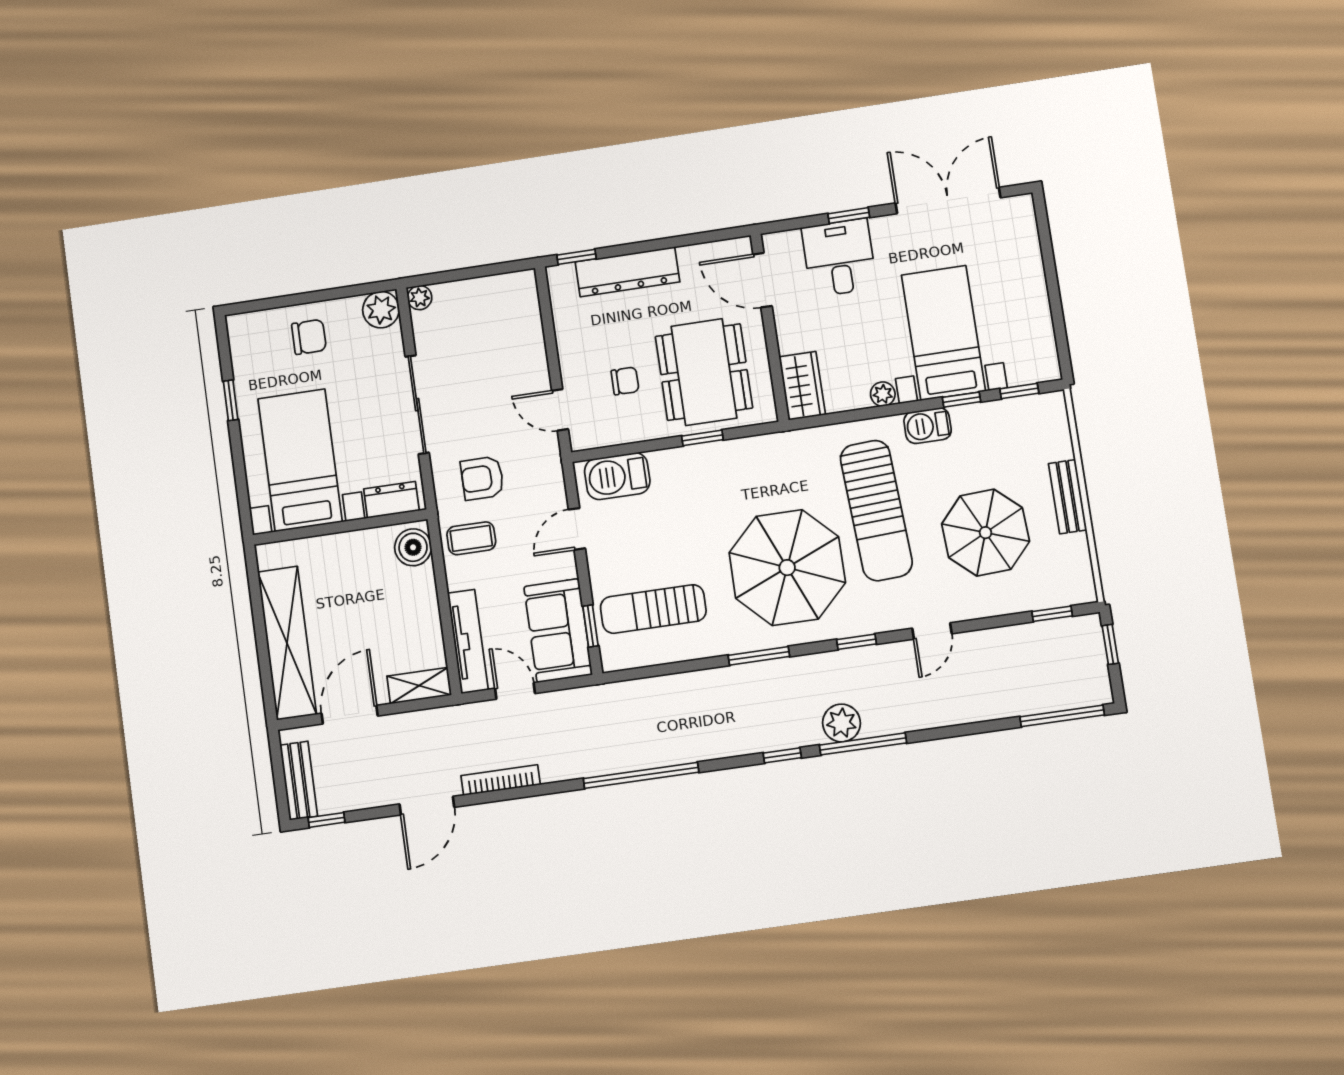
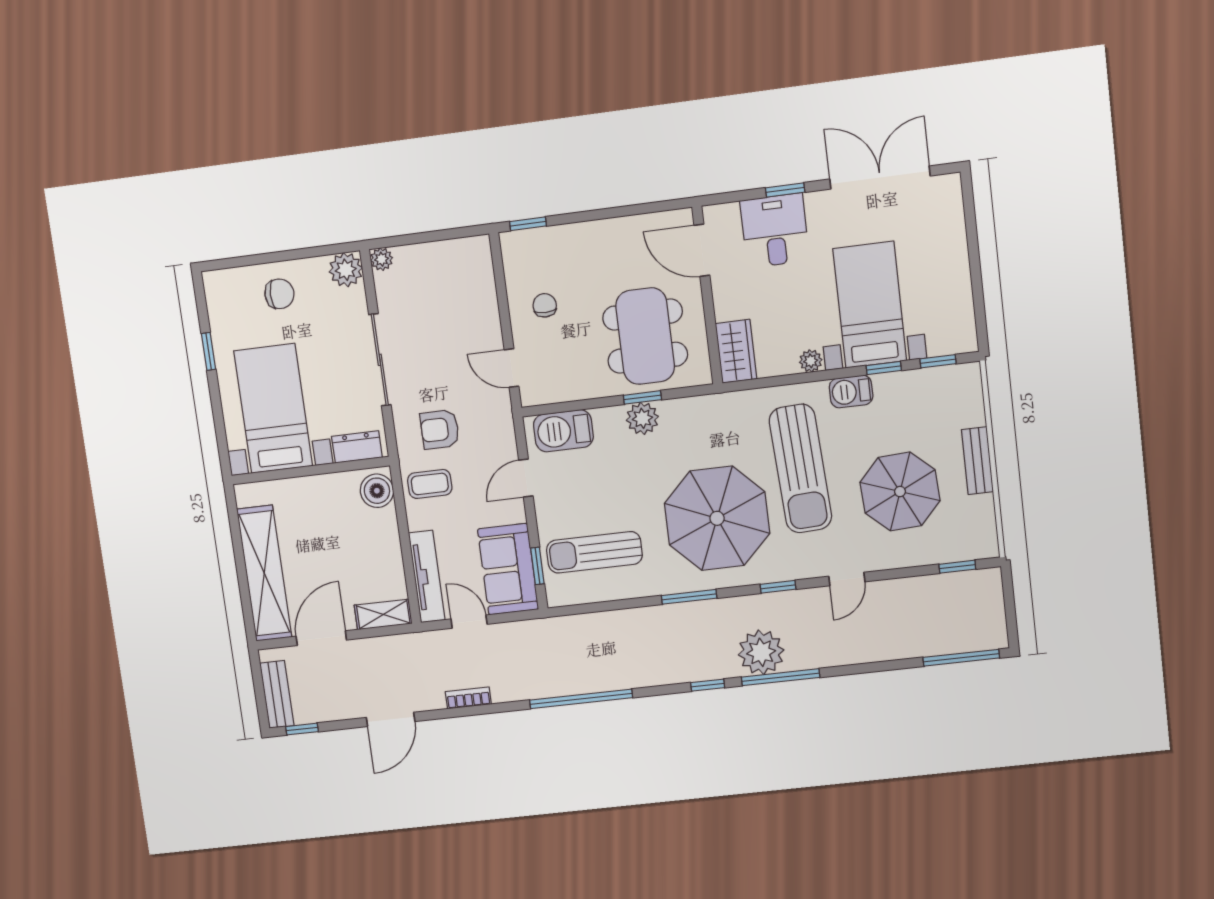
dresser: (627, 272) -> (576, 239), removed
chair: (625, 381) -> (545, 305), moved, turned -90
plant: (703, 460) -> (642, 418), added
window: (1110, 644) -> (1009, 596), removed
plant: (842, 723) -> (761, 652), width x1.36, depth x1.36
bookcase: (501, 780) -> (468, 698), width x0.64

